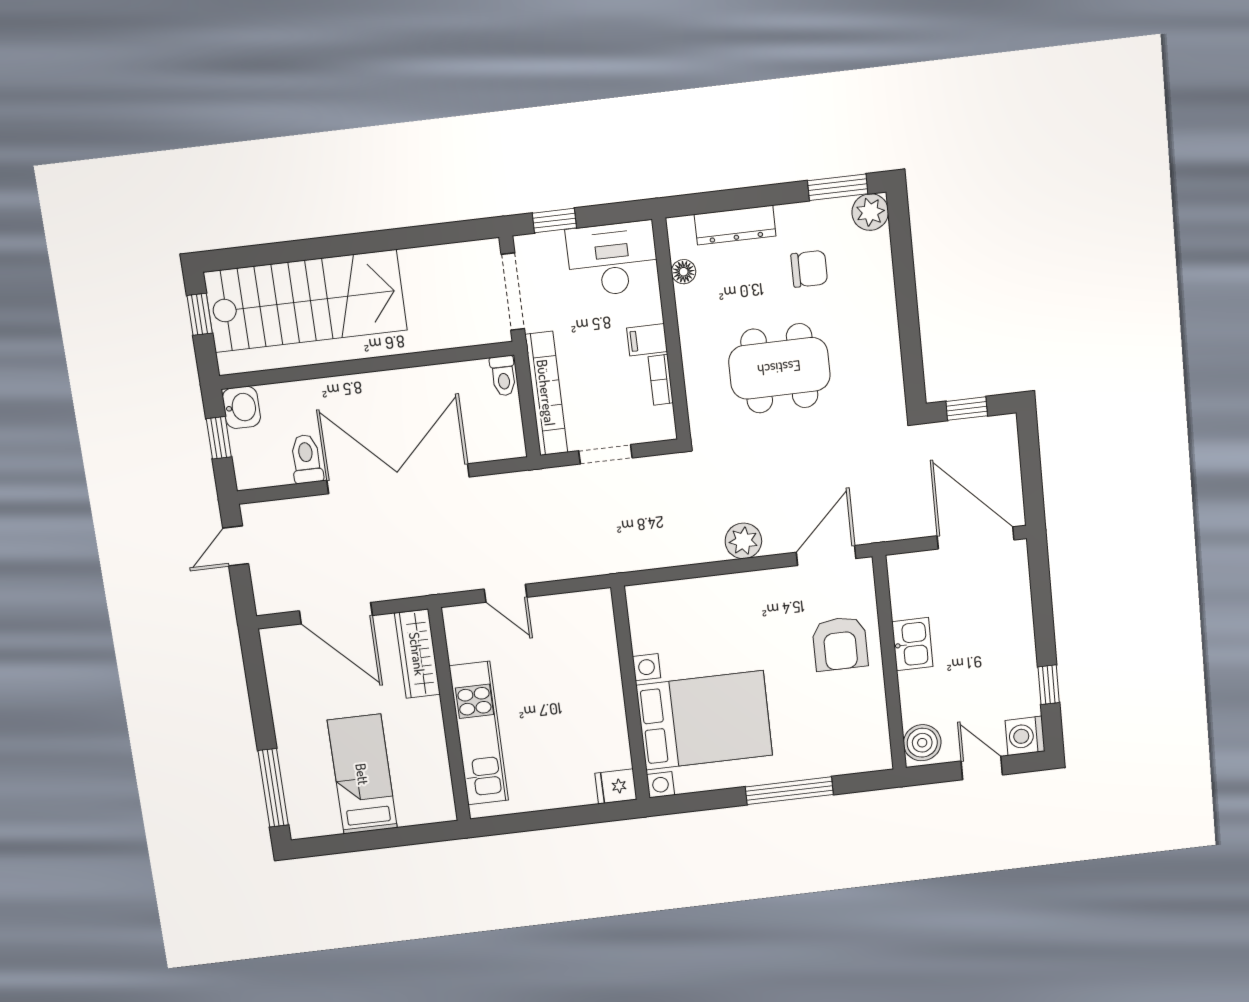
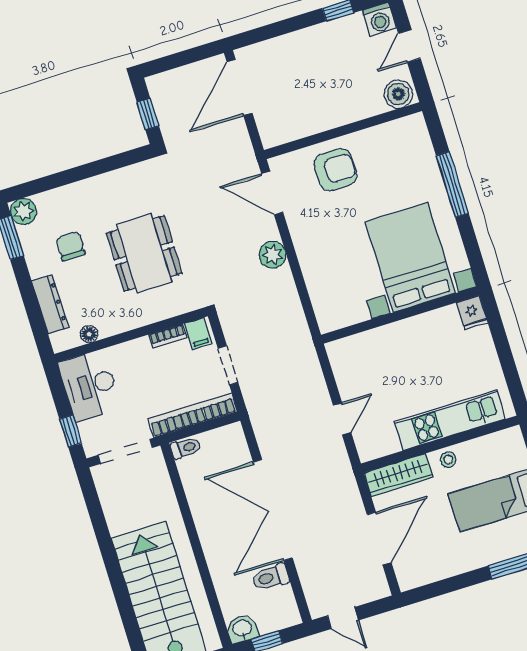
filing cabinet: (647, 340) -> (198, 333), moved
kitchen sink: (912, 644) -> (326, 117), removed
stool: (427, 722) -> (448, 460), added

